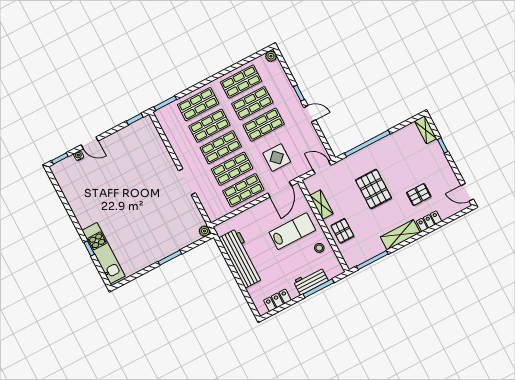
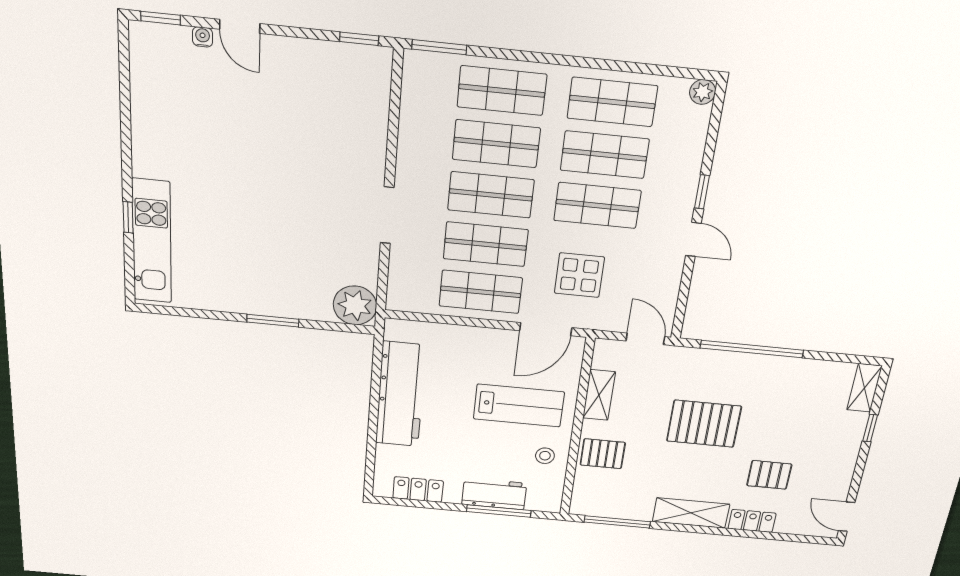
pallet: (374, 189) -> (704, 424), turned 90
plant: (204, 231) -> (355, 305), width x1.87, depth x1.87
pallet: (342, 231) -> (603, 454), turned 90

